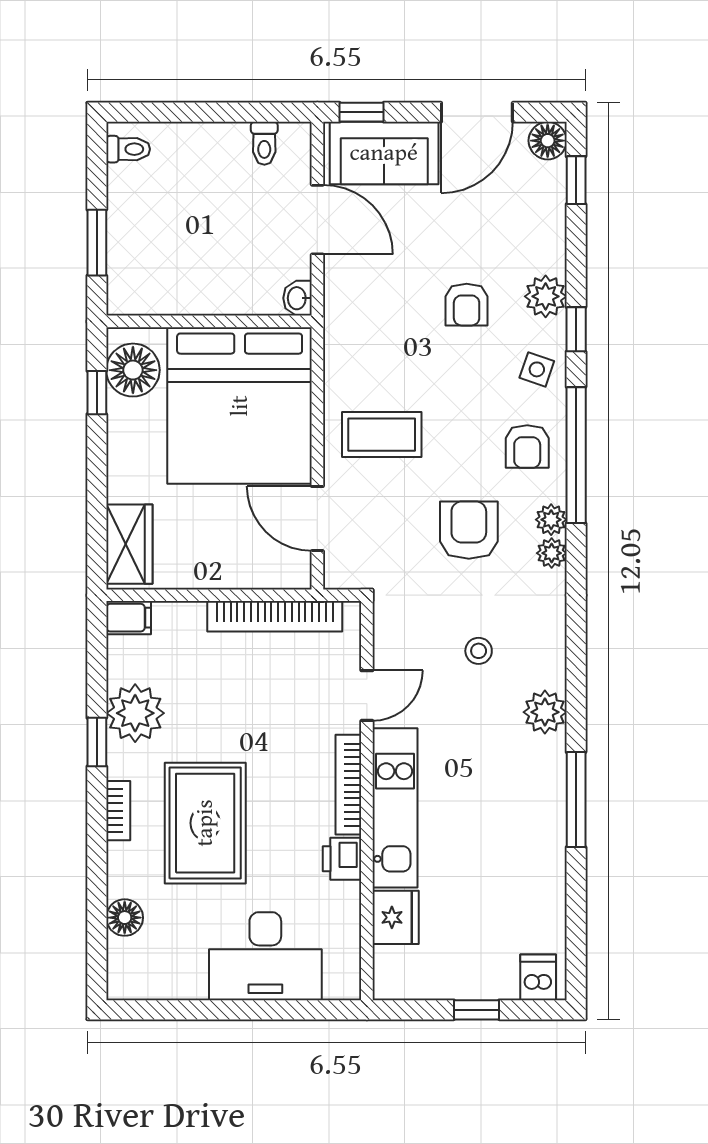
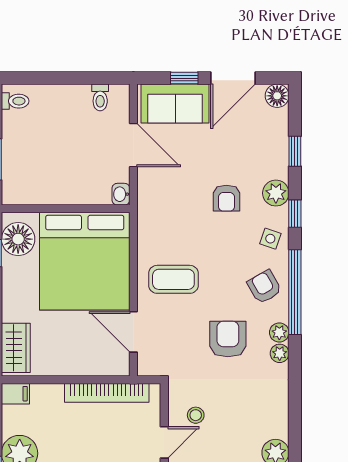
window: (362, 112) -> (184, 78), moved
window: (576, 180) -> (295, 151), moved
armchair: (527, 447) -> (264, 287), turned 150
stool: (479, 651) -> (196, 415), moved

